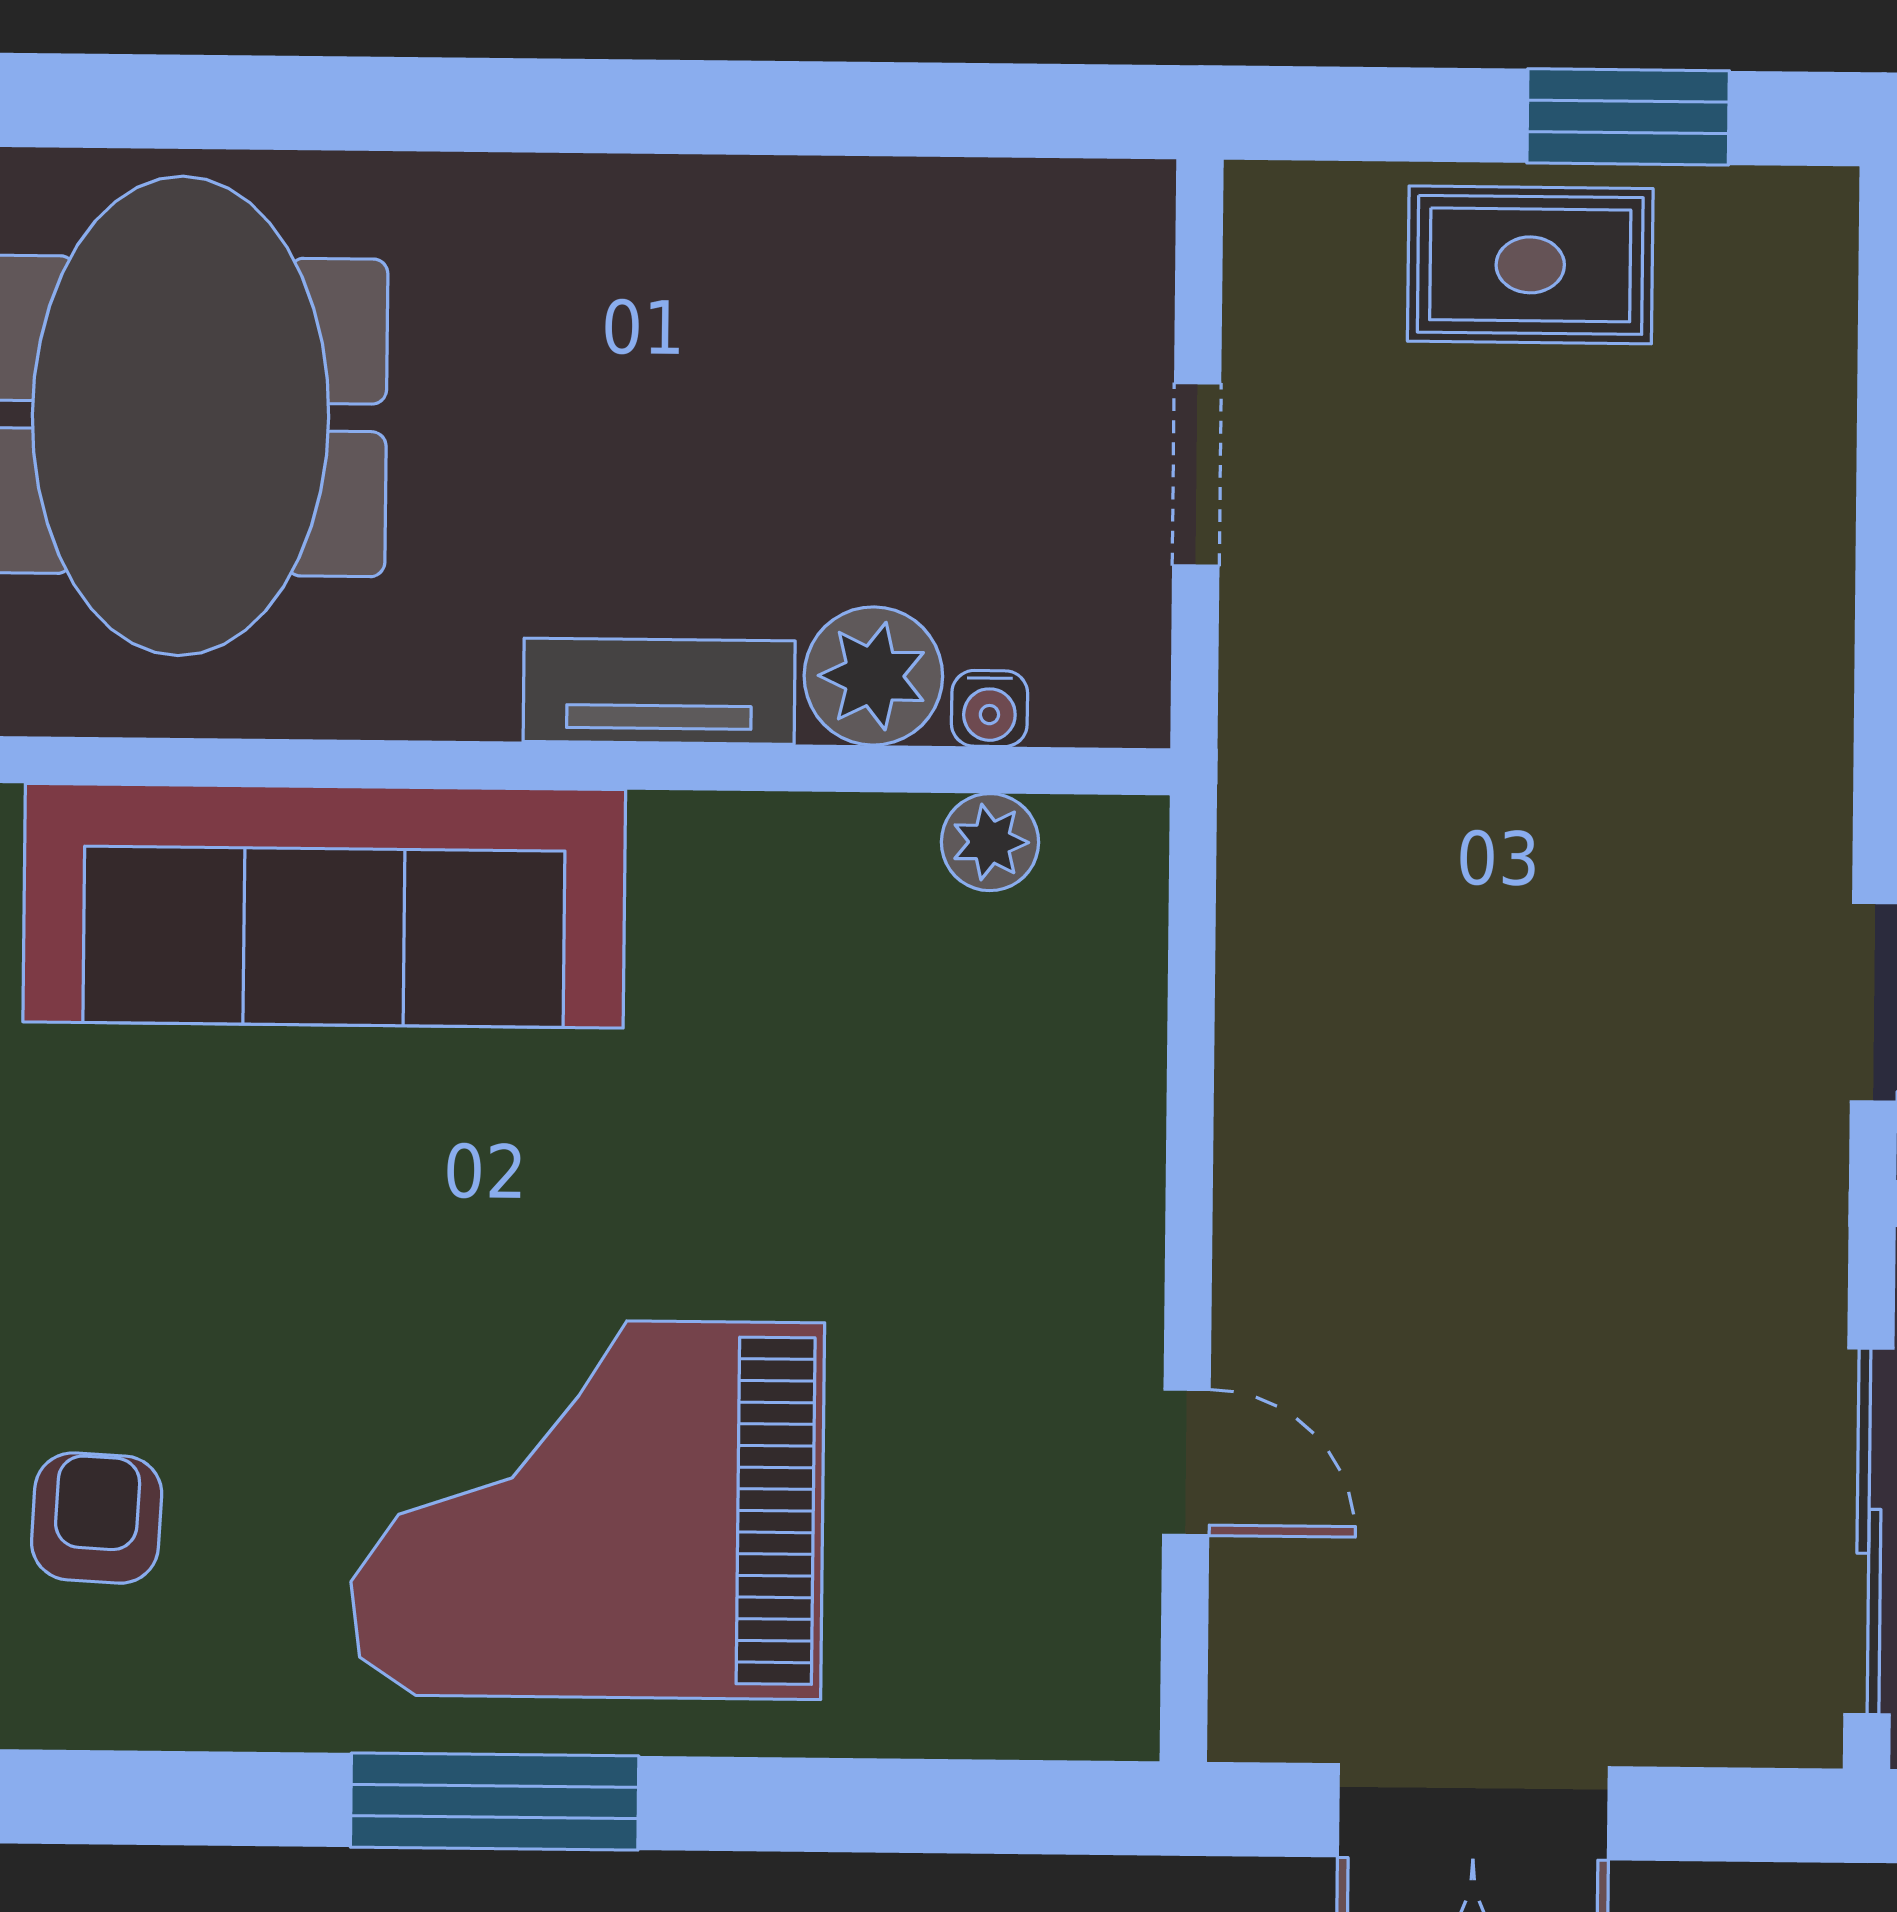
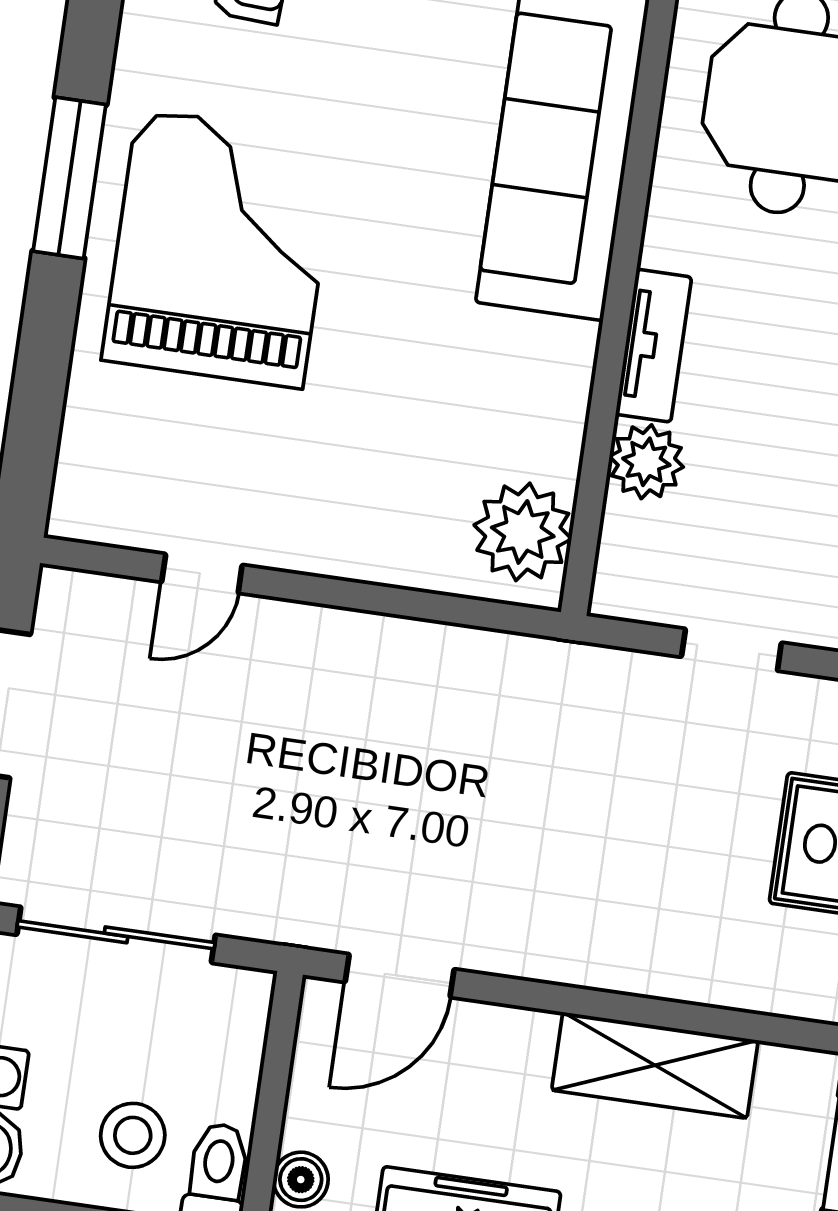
water cooler: (990, 708) -> (621, 522), removed
plant: (990, 842) -> (523, 532), width x1.87, depth x1.87

